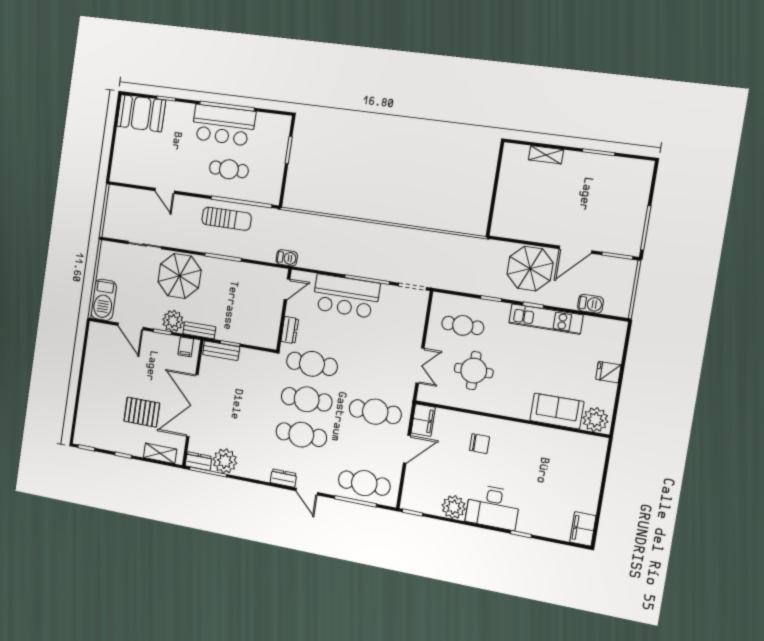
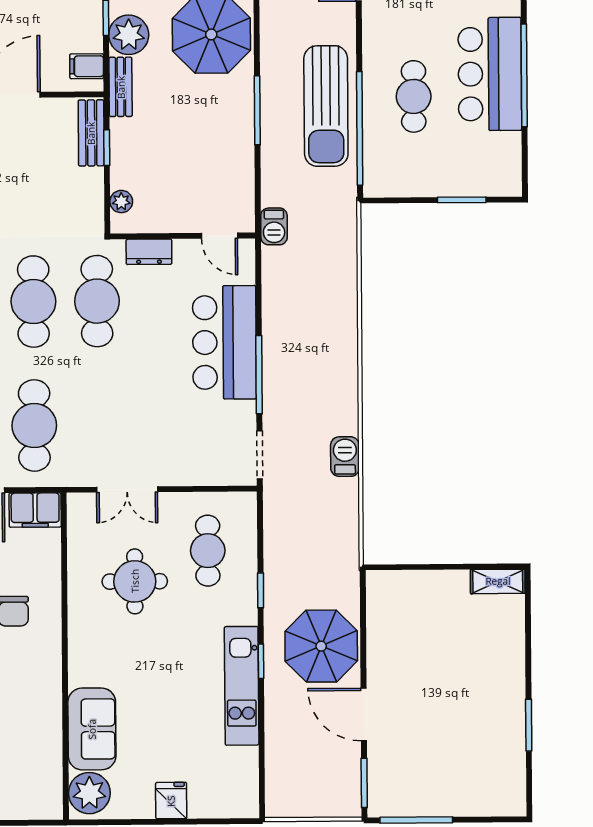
shelving: (546, 155) -> (498, 581), moved, turned 90
sun lounger: (227, 219) -> (326, 106), width x1.36, depth x1.34
barbecue: (590, 304) -> (345, 457), moved, turned 180
plant: (260, 341) -> (121, 202), added

